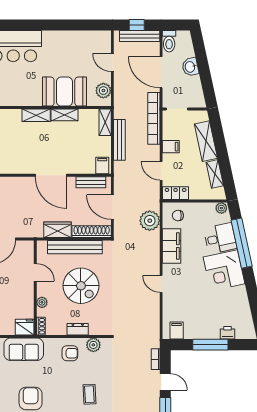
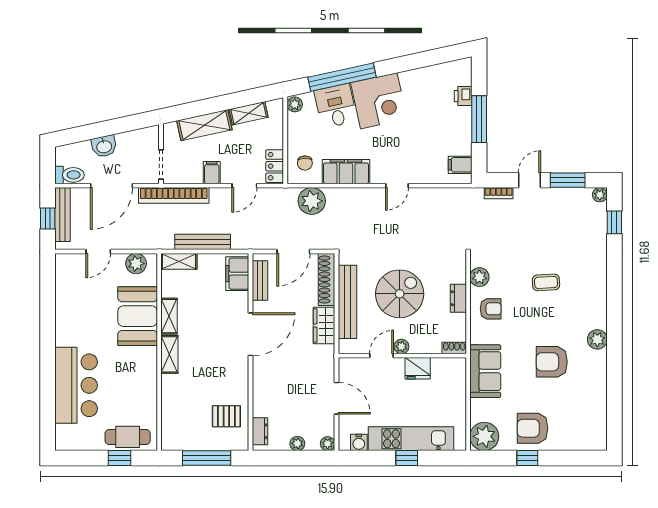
filing cabinet: (102, 166) -> (237, 274), width x2.00
plant: (42, 302) -> (401, 346), moved
fridge: (25, 327) -> (418, 368), moved, turned -90
armchair: (70, 353) -> (491, 309), turned 90

